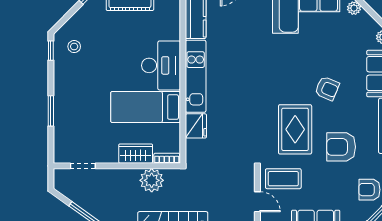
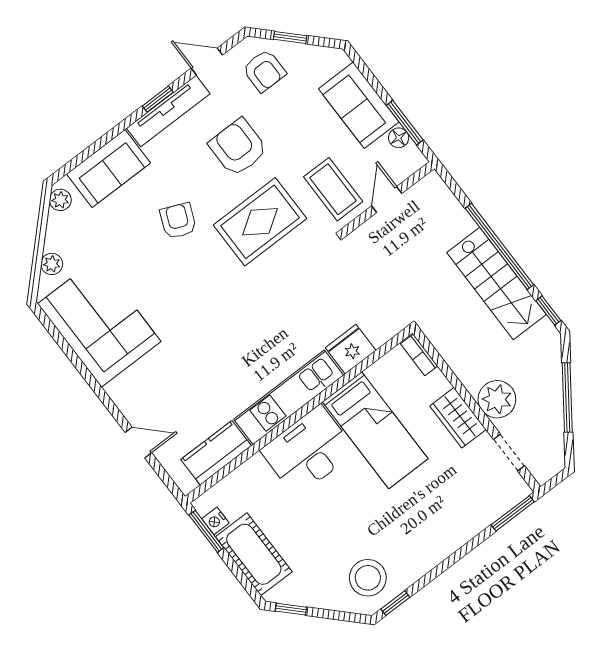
stool: (74, 47) -> (368, 578), width x1.89, depth x1.89
window: (51, 111) -> (513, 513), moved
armchair: (341, 147) -> (238, 147), turned 180
wardrobe: (136, 154) -> (458, 418), moved
plant: (152, 180) -> (497, 399), moved

